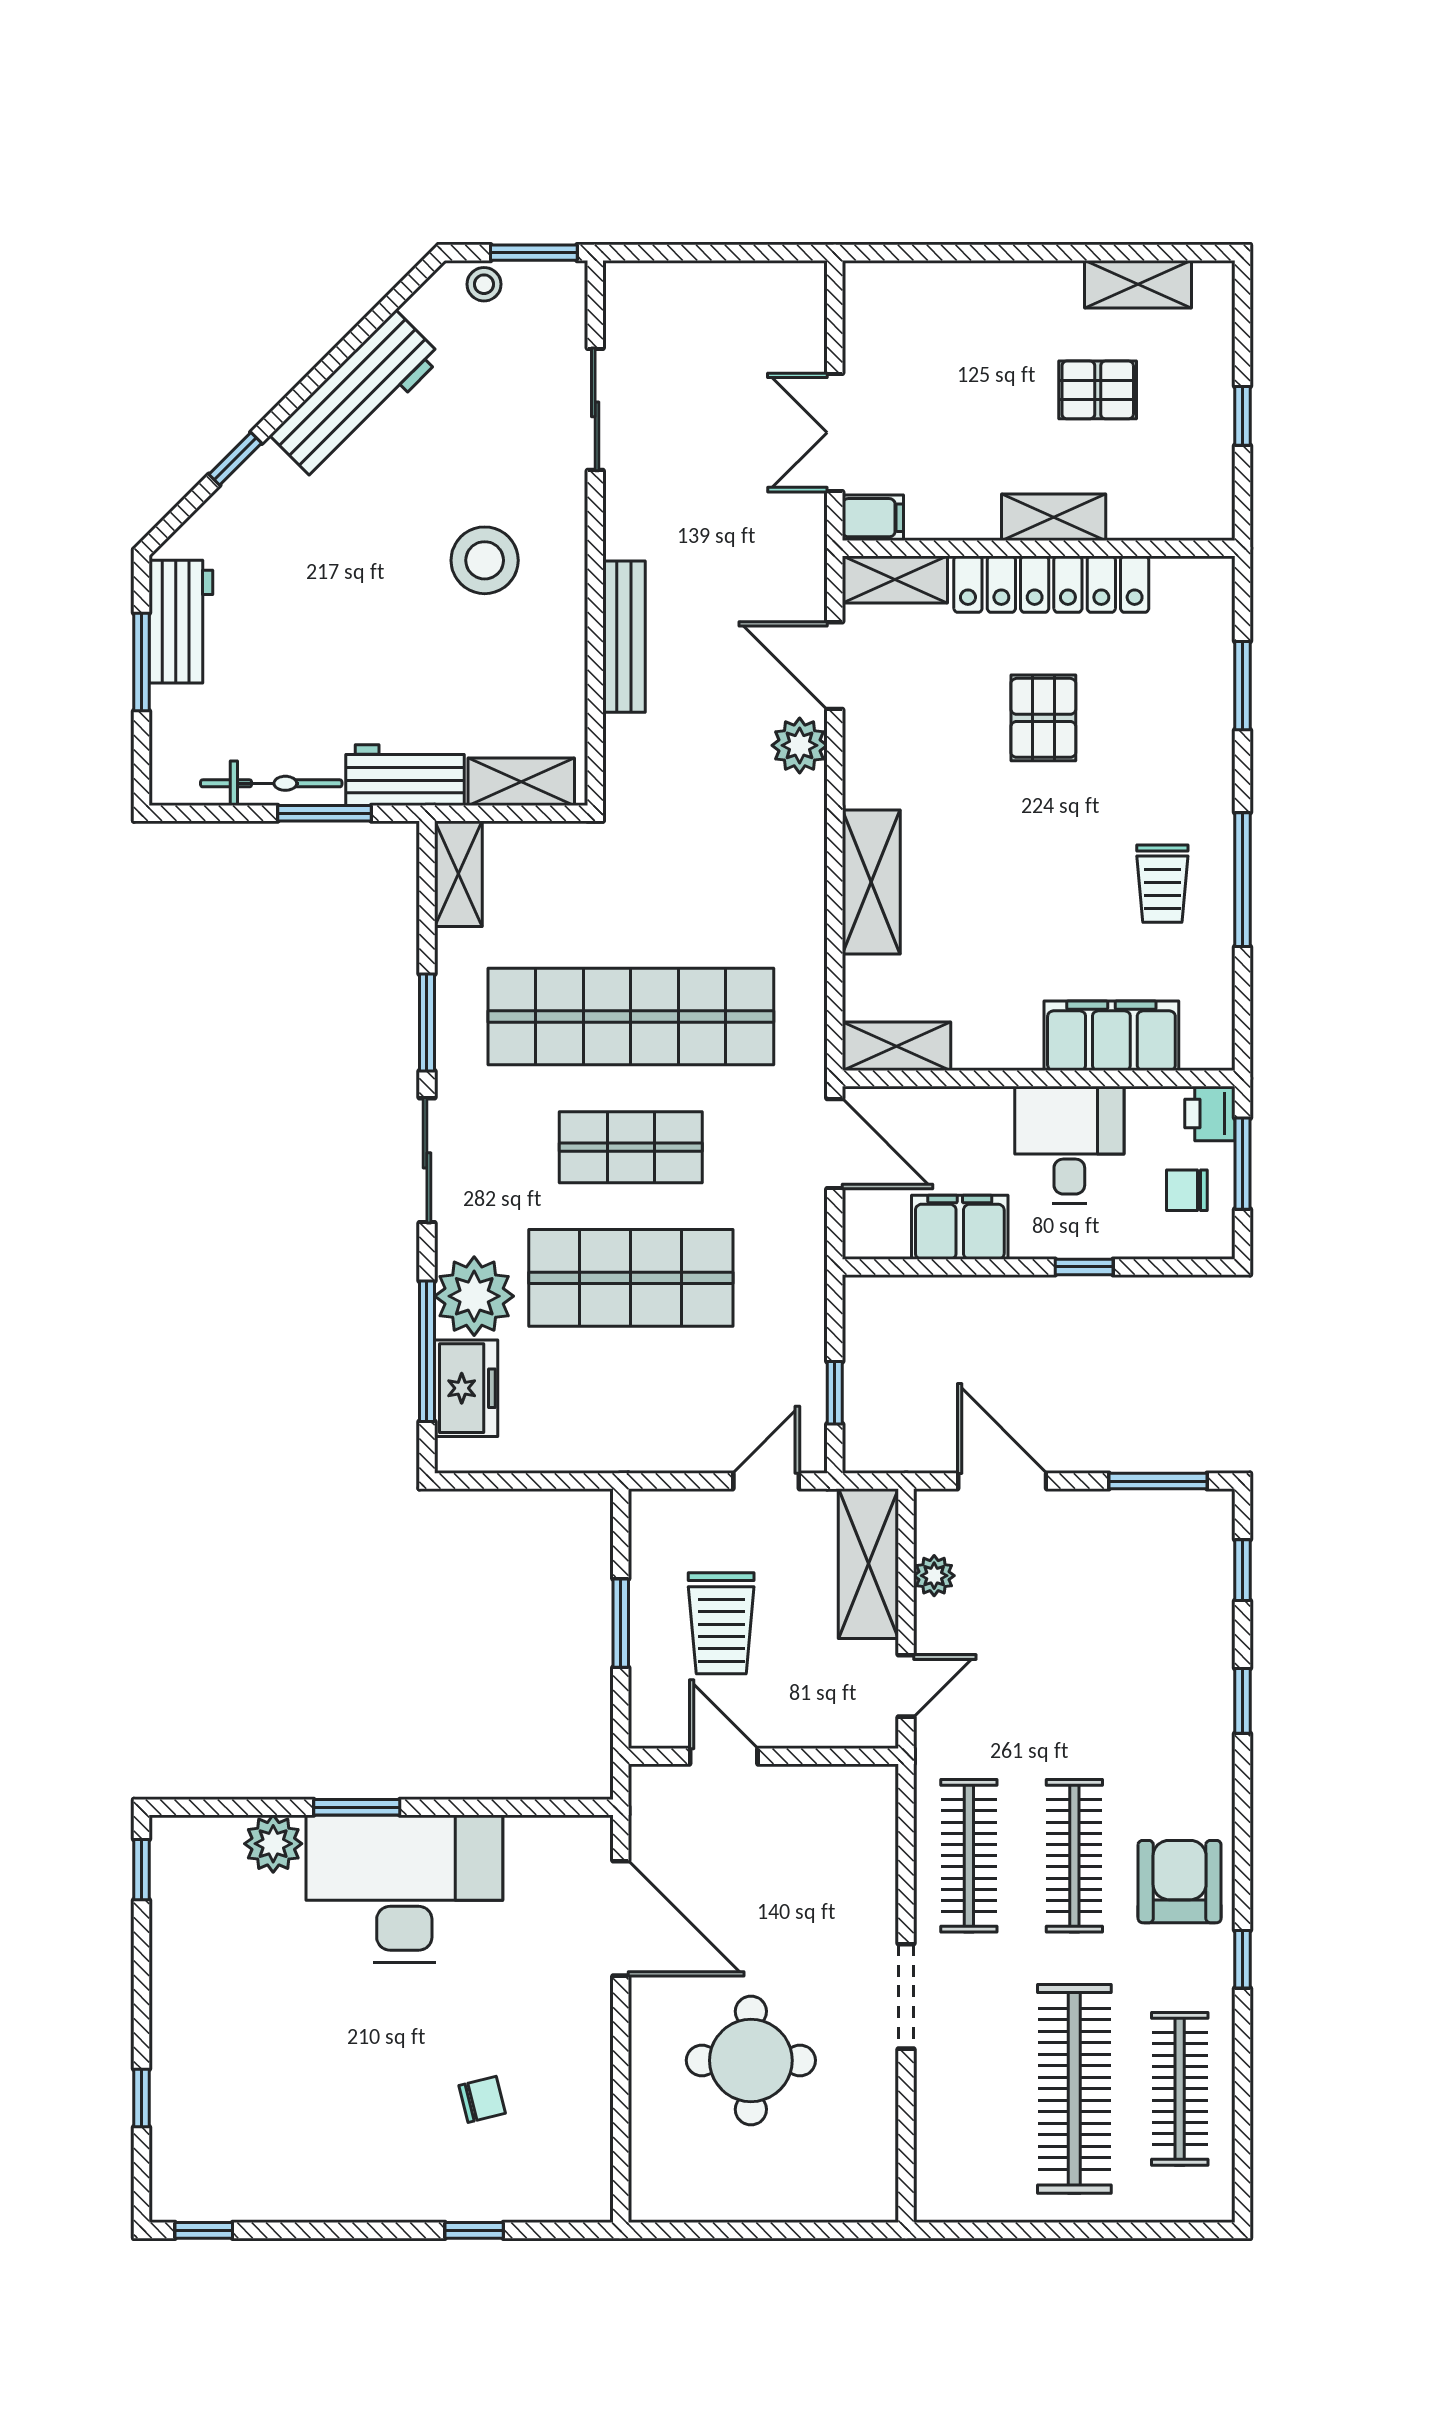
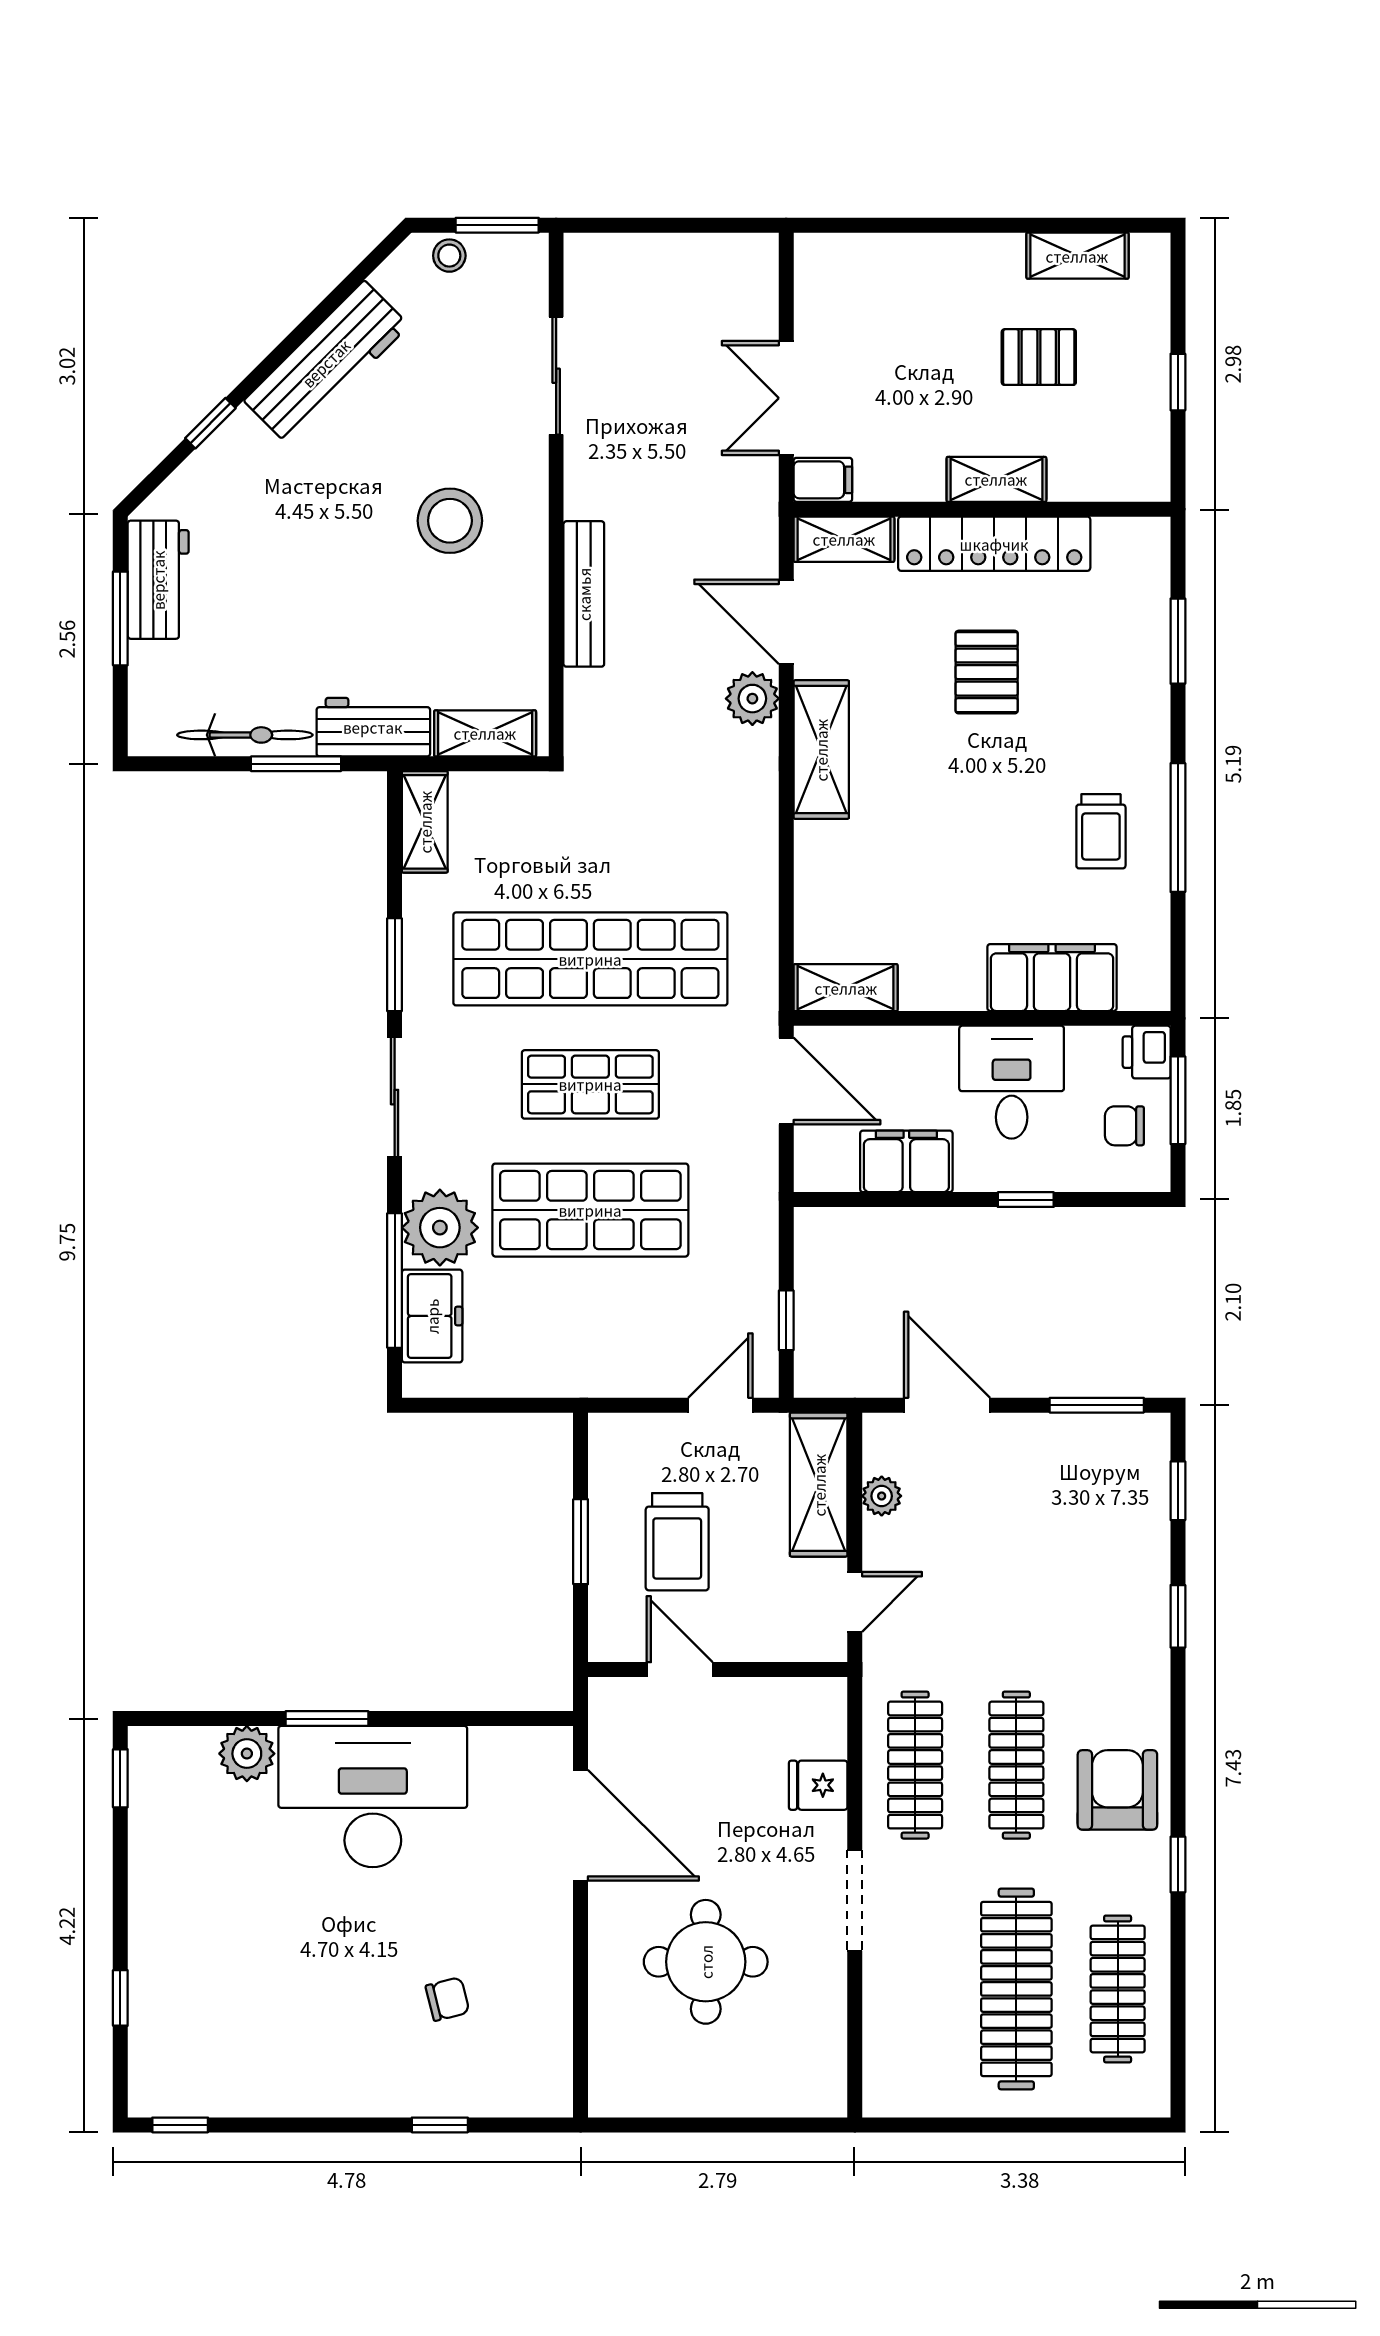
shelving: (871, 882) -> (821, 750), moved
fridge: (868, 1877) -> (818, 1785), added

